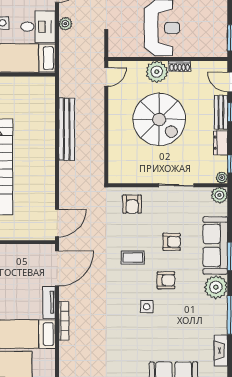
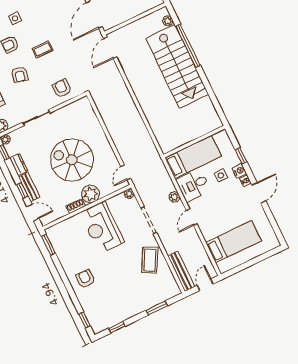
plant: (114, 51) -> (129, 194), added
bench: (67, 129) -> (136, 120), removed
armchair: (172, 242) -> (20, 75), turned -77

